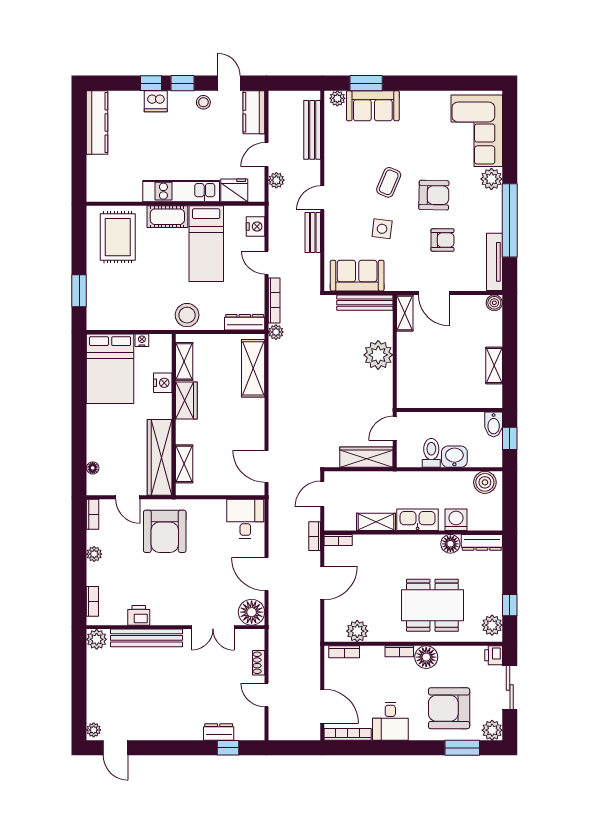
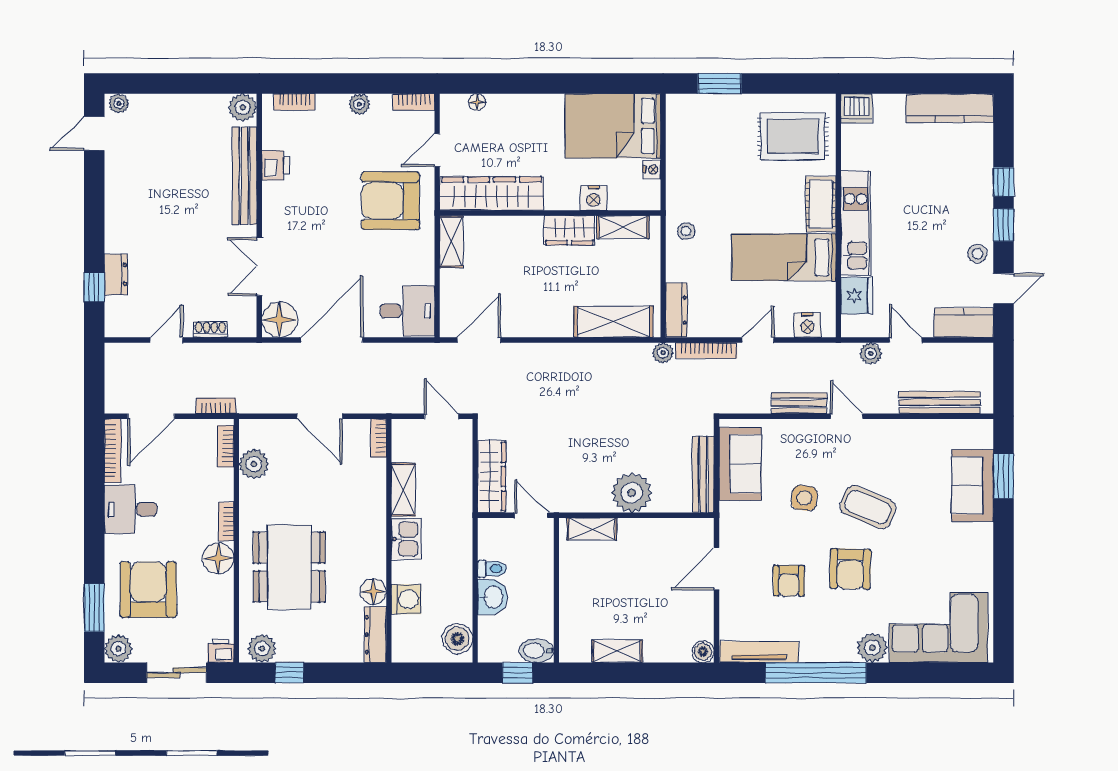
plant: (337, 98) -> (983, 437), removed
dishwasher: (156, 101) -> (857, 108), moved, turned -90
coffee table: (389, 182) -> (868, 507), width x1.36, depth x1.30
shelving: (405, 313) -> (592, 529), moved
stool: (187, 315) -> (686, 231), width x0.53, depth x0.53
toilet: (431, 453) -> (492, 569), width x0.73, depth x0.72
shelving: (184, 464) -> (451, 242), moved, turned 90
kitchen sink: (418, 520) -> (406, 539), width x0.73
bookcase: (315, 536) -> (216, 406), moved
door: (267, 574) -> (332, 340), width x1.36

